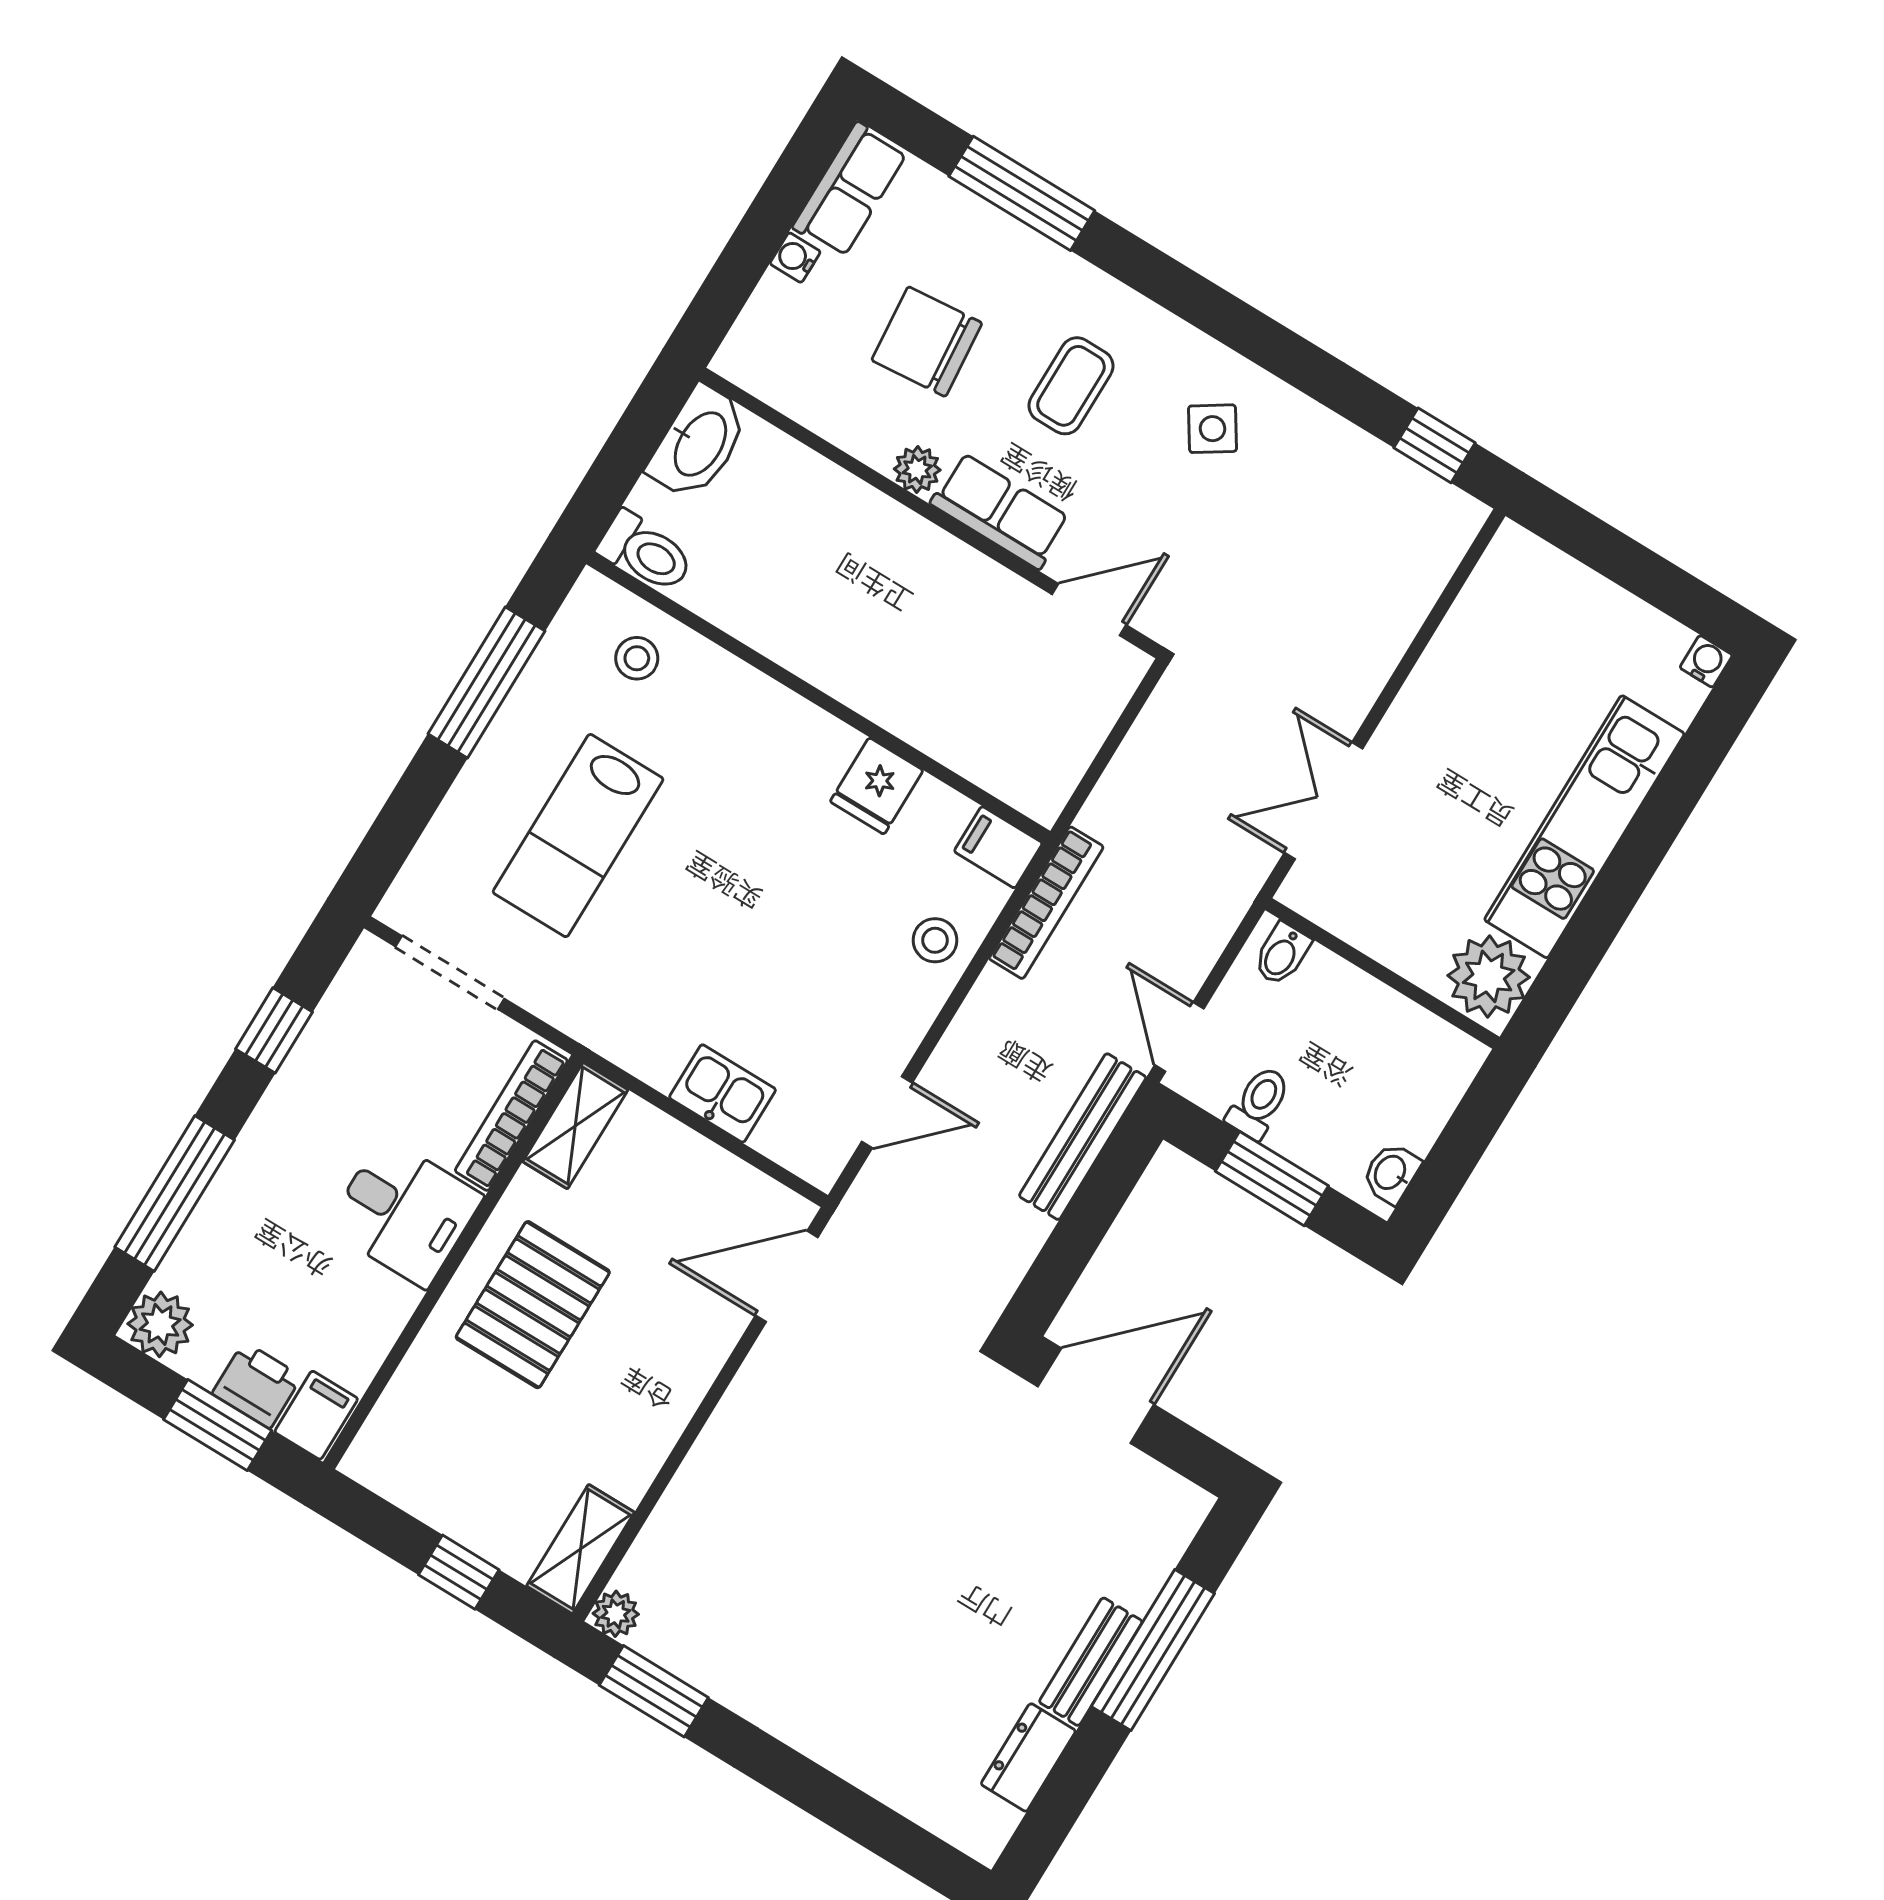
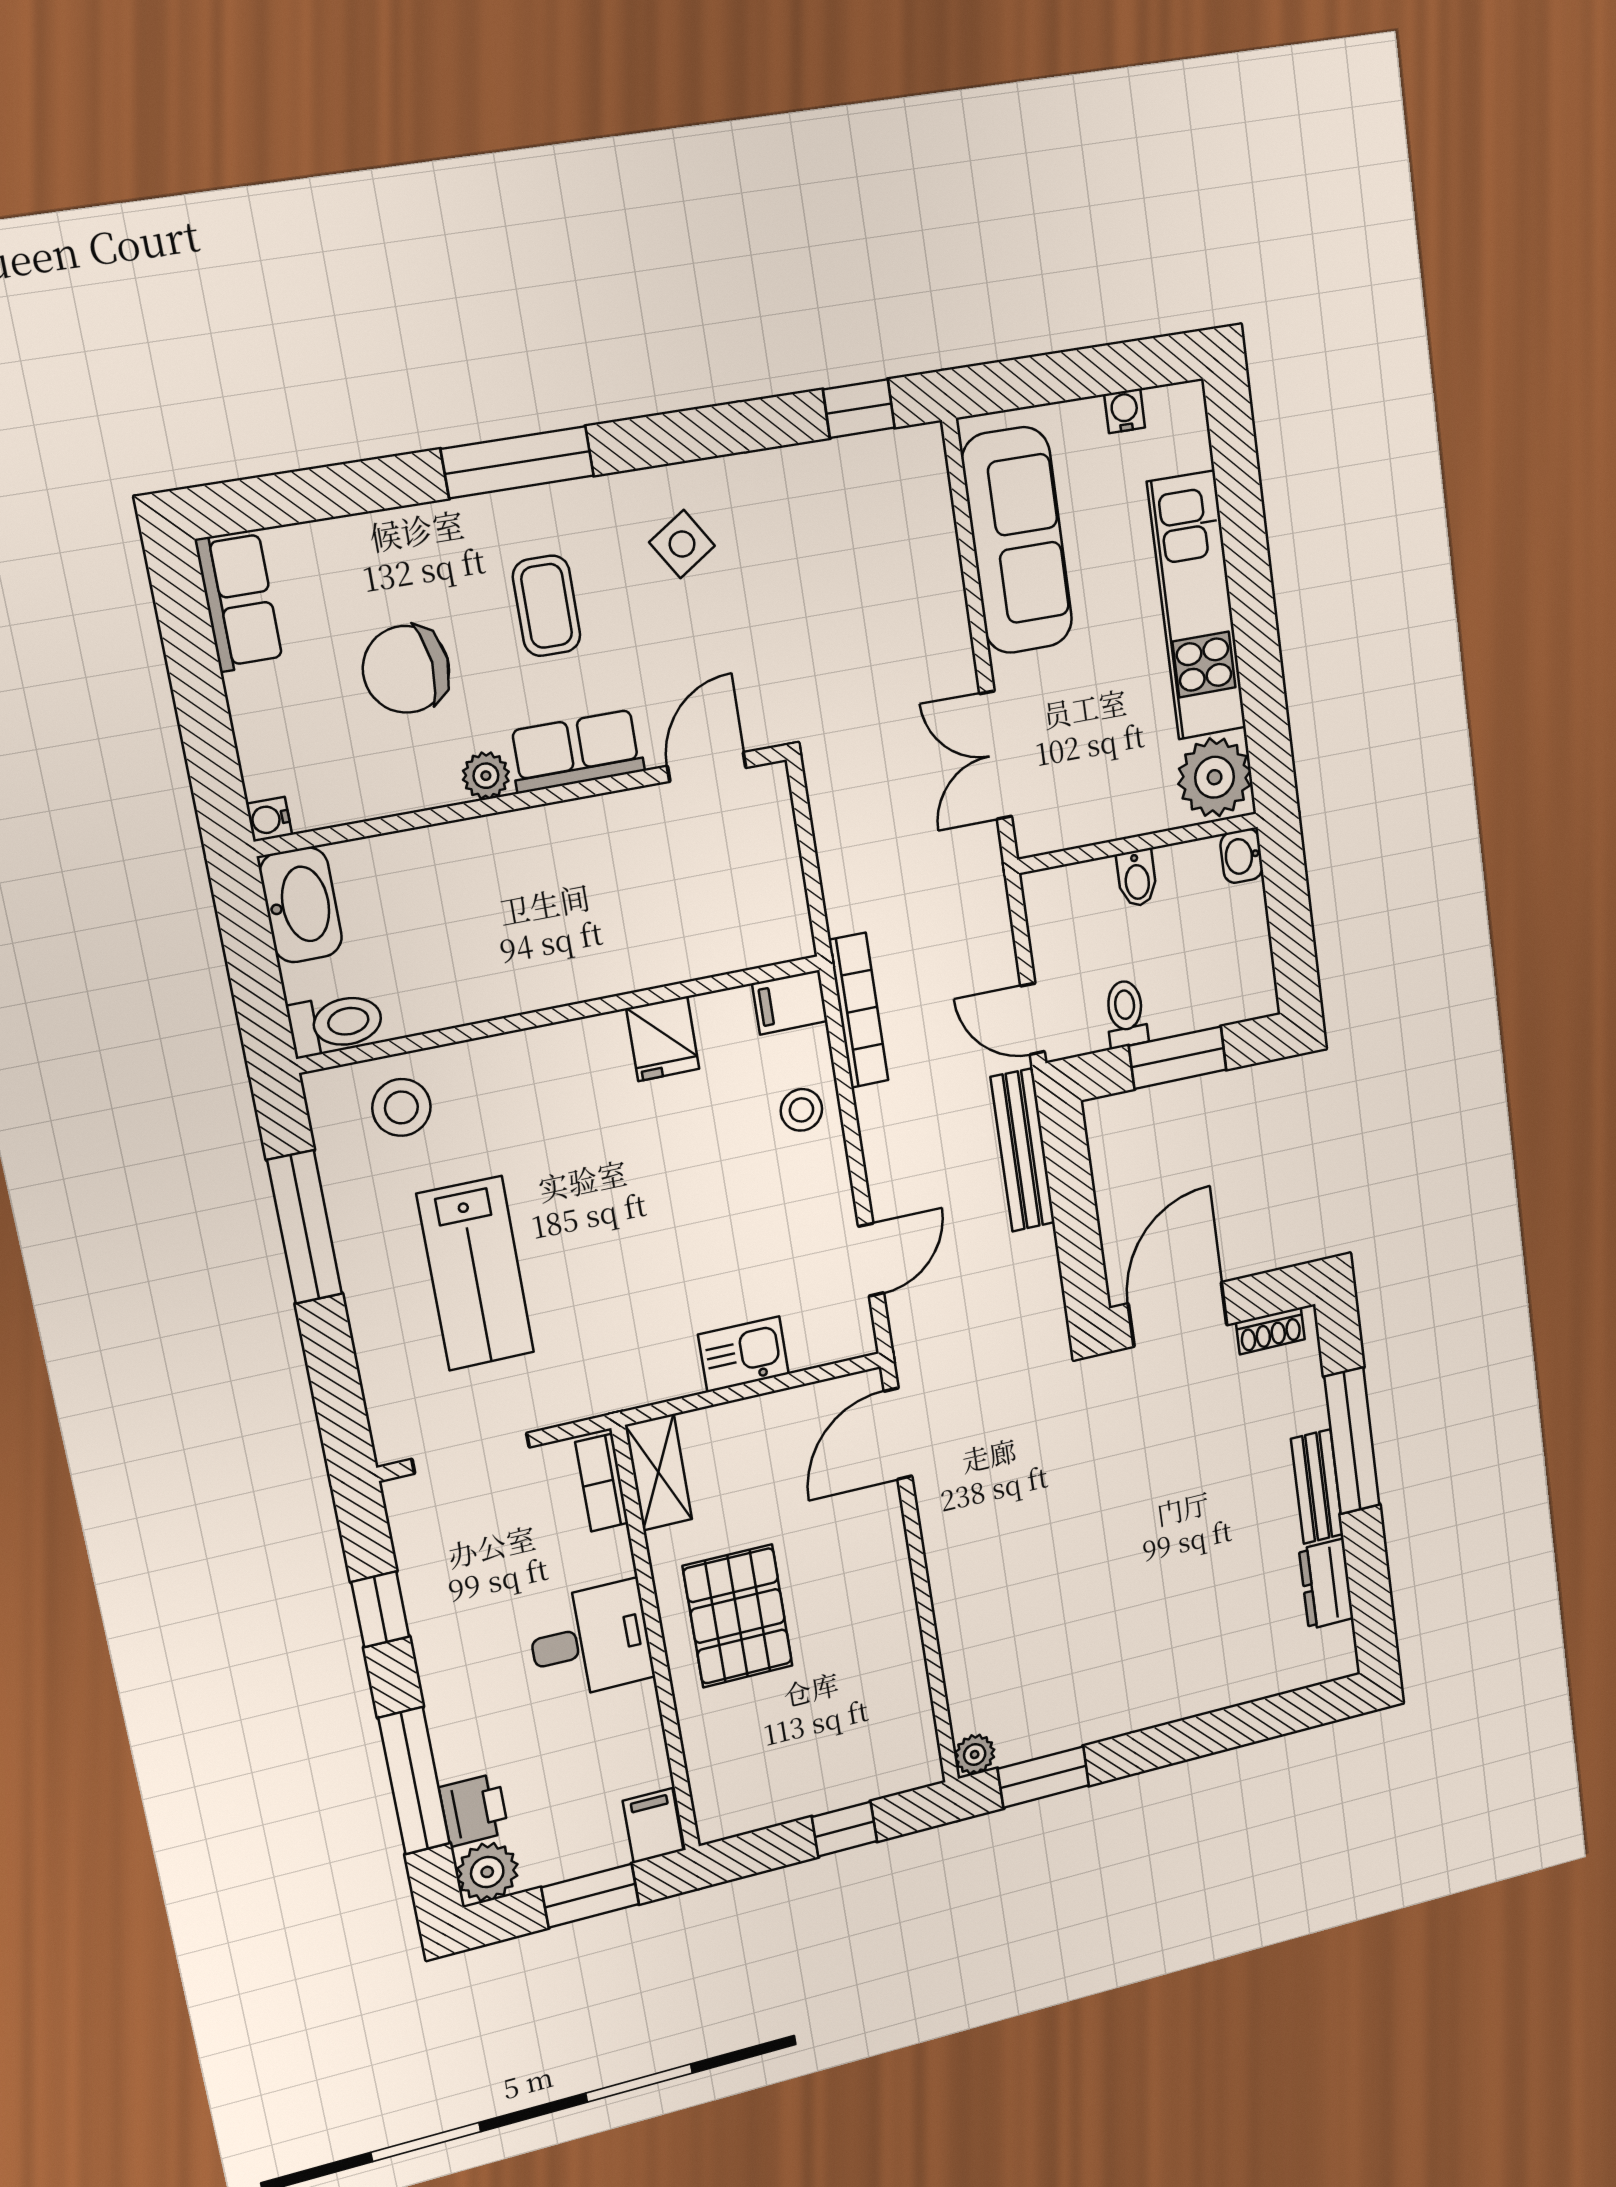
window: (1022, 193) -> (518, 462), moved
water cooler: (795, 258) -> (269, 819), moved
sofa: (1478, 650) -> (1017, 541), added
stool: (637, 658) -> (401, 1107), width x1.37, depth x1.37
water cooler: (1706, 661) -> (1125, 411), moved
bidet: (1282, 954) -> (1137, 878), moved
bookcase: (511, 1116) -> (602, 1483), width x0.64
washbasin: (1391, 1173) -> (1242, 856), moved
printer: (257, 1385) -> (474, 1810), moved, turned 90
shoe rack: (1161, 1485) -> (1270, 1331), added
shelving: (580, 1549) -> (914, 1738), removed

